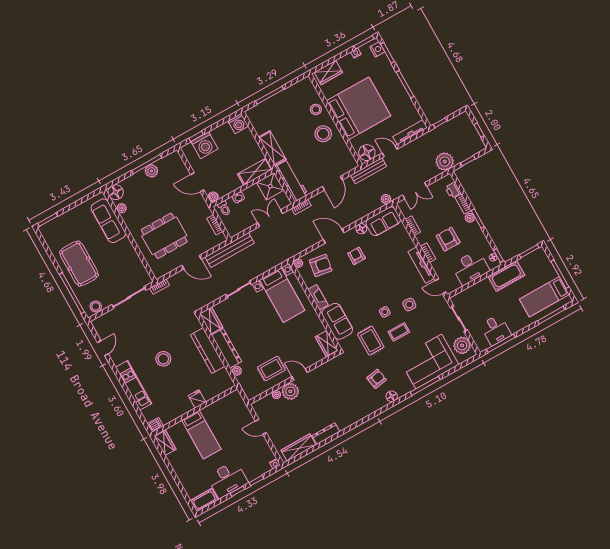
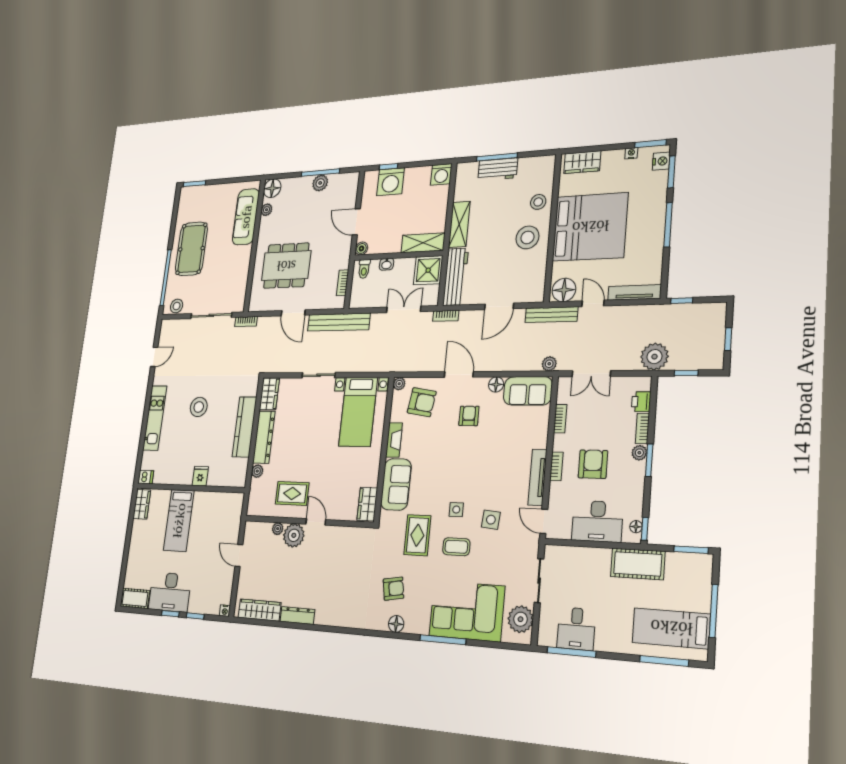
workbench: (275, 102) -> (498, 169), added

